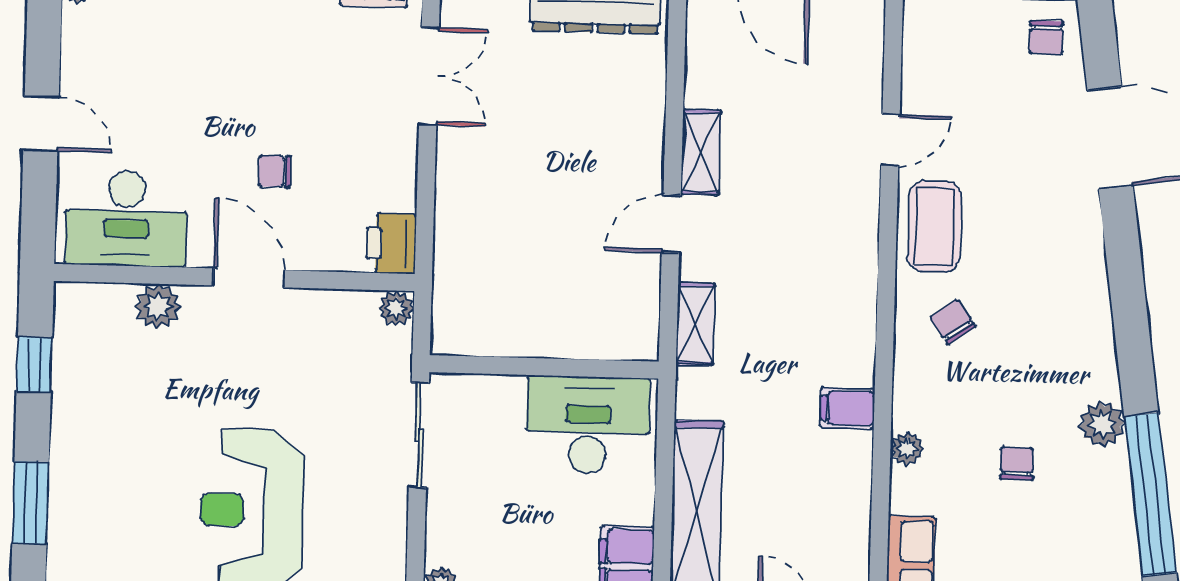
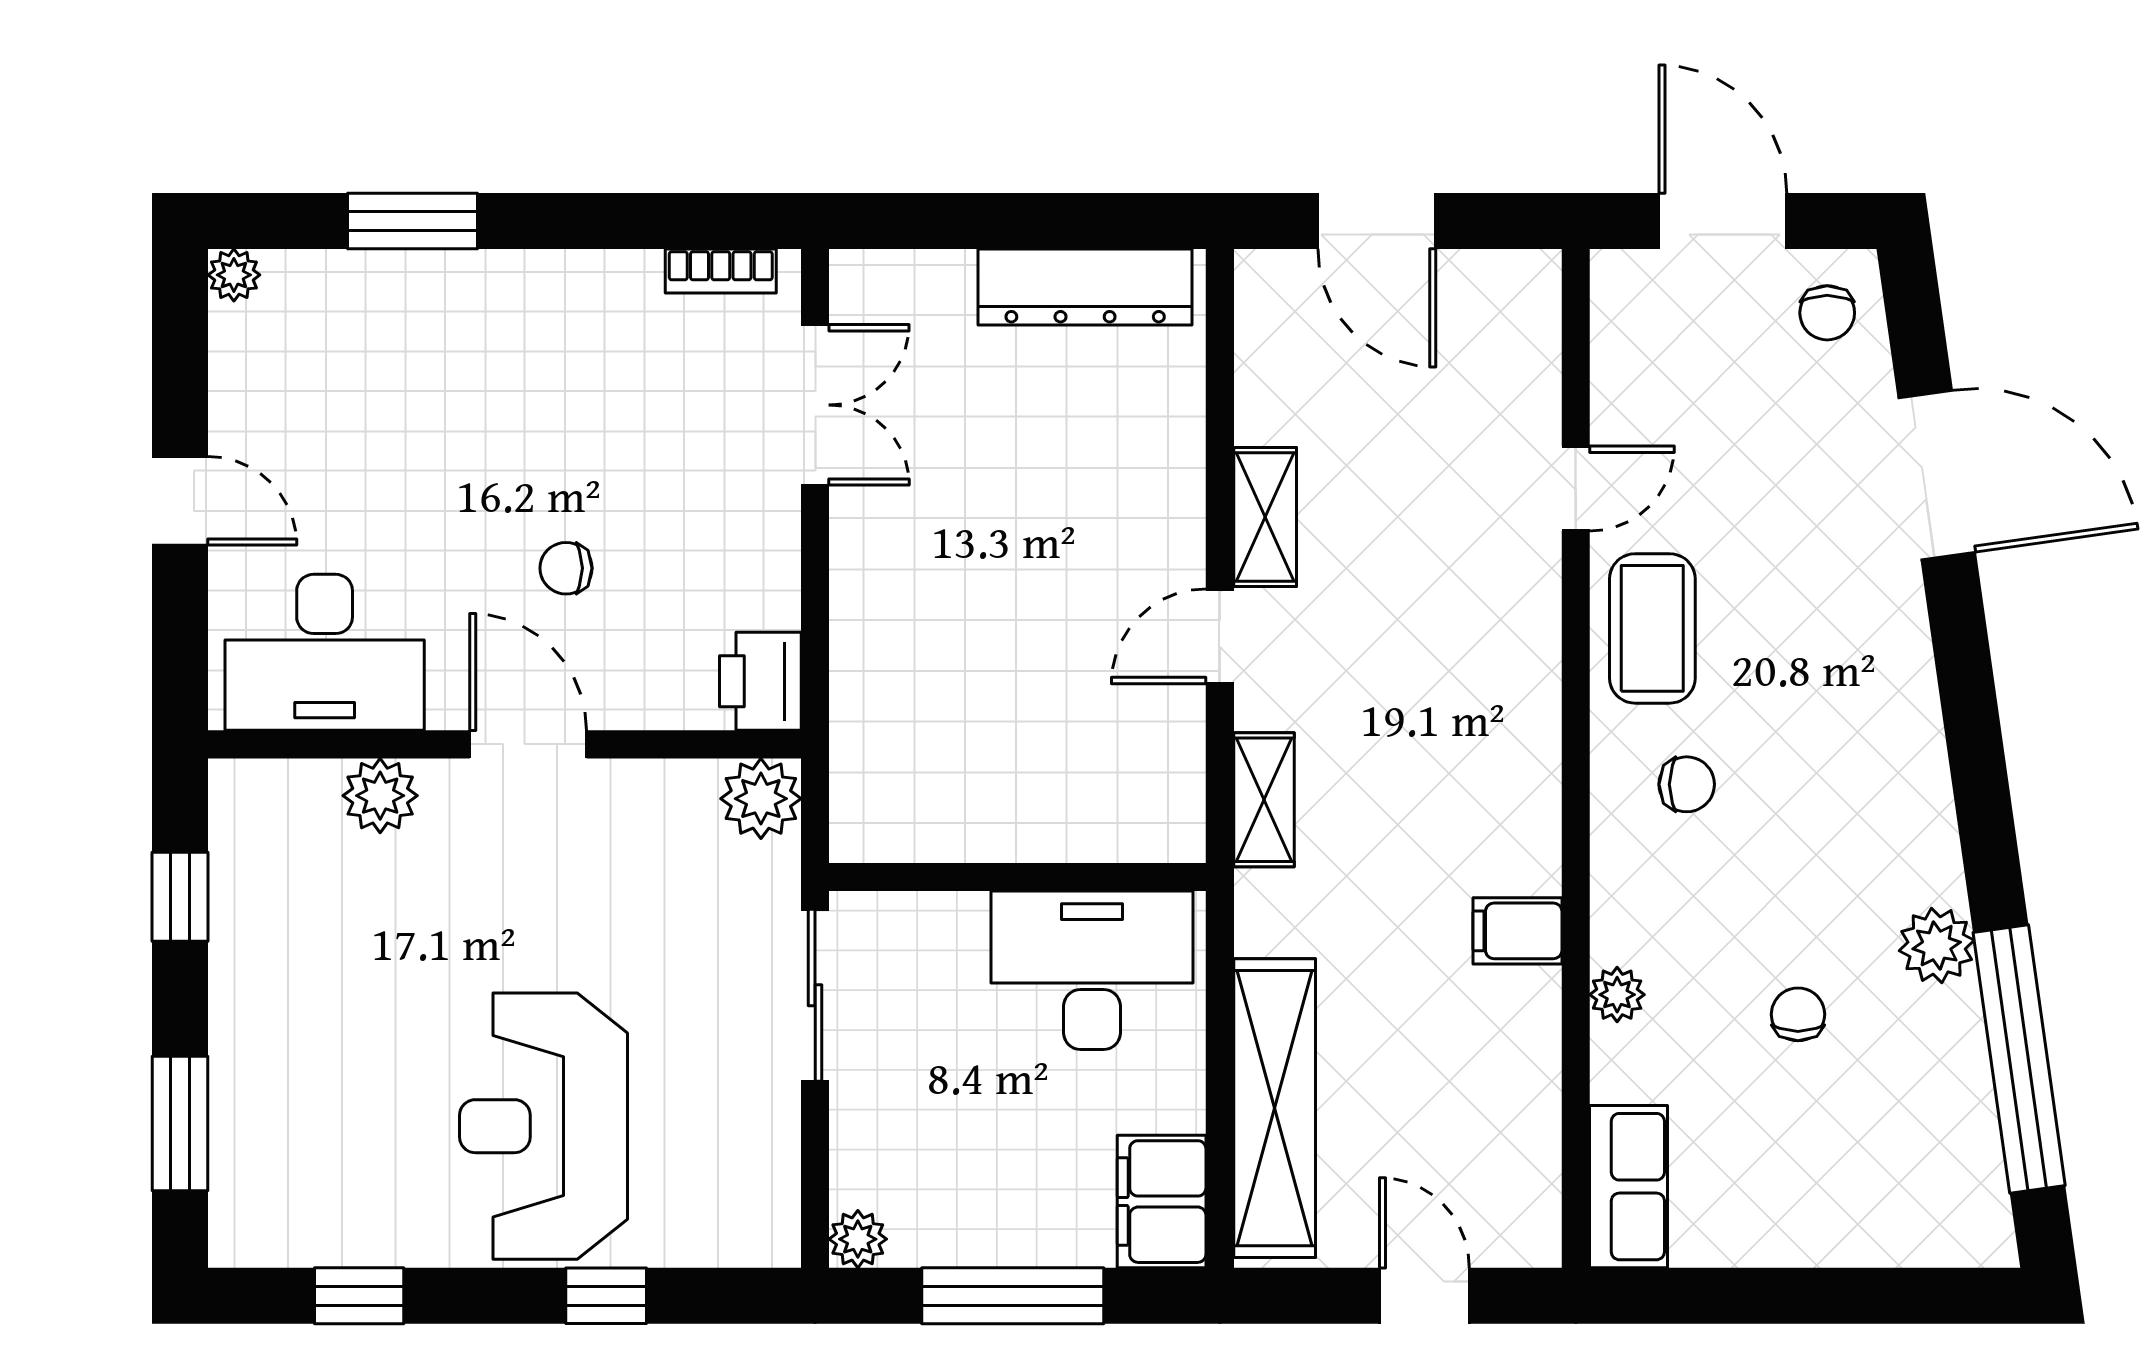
plant: (396, 308) -> (761, 799), width x1.38, depth x1.38
chair: (953, 322) -> (1687, 784), turned 125

